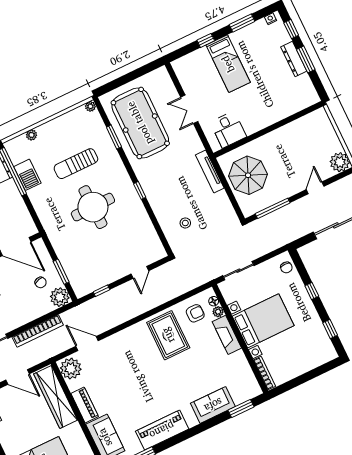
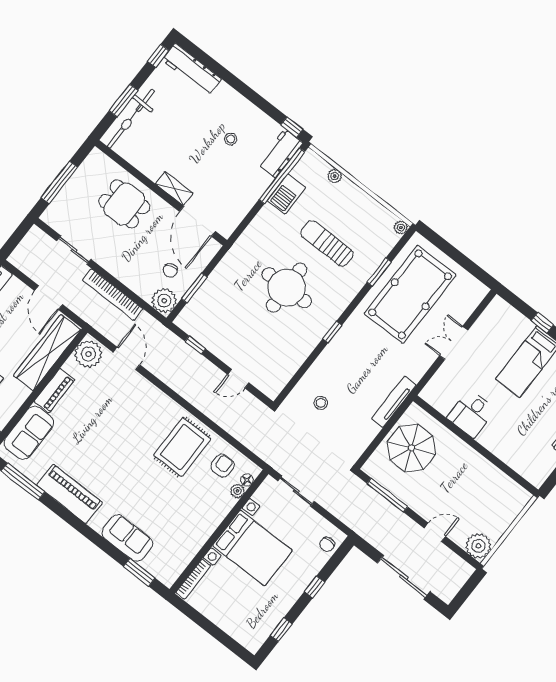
desk: (228, 129) -> (471, 414), moved
armchair: (195, 313) -> (223, 466), turned -90
fireplace: (227, 335) -> (216, 514), removed

